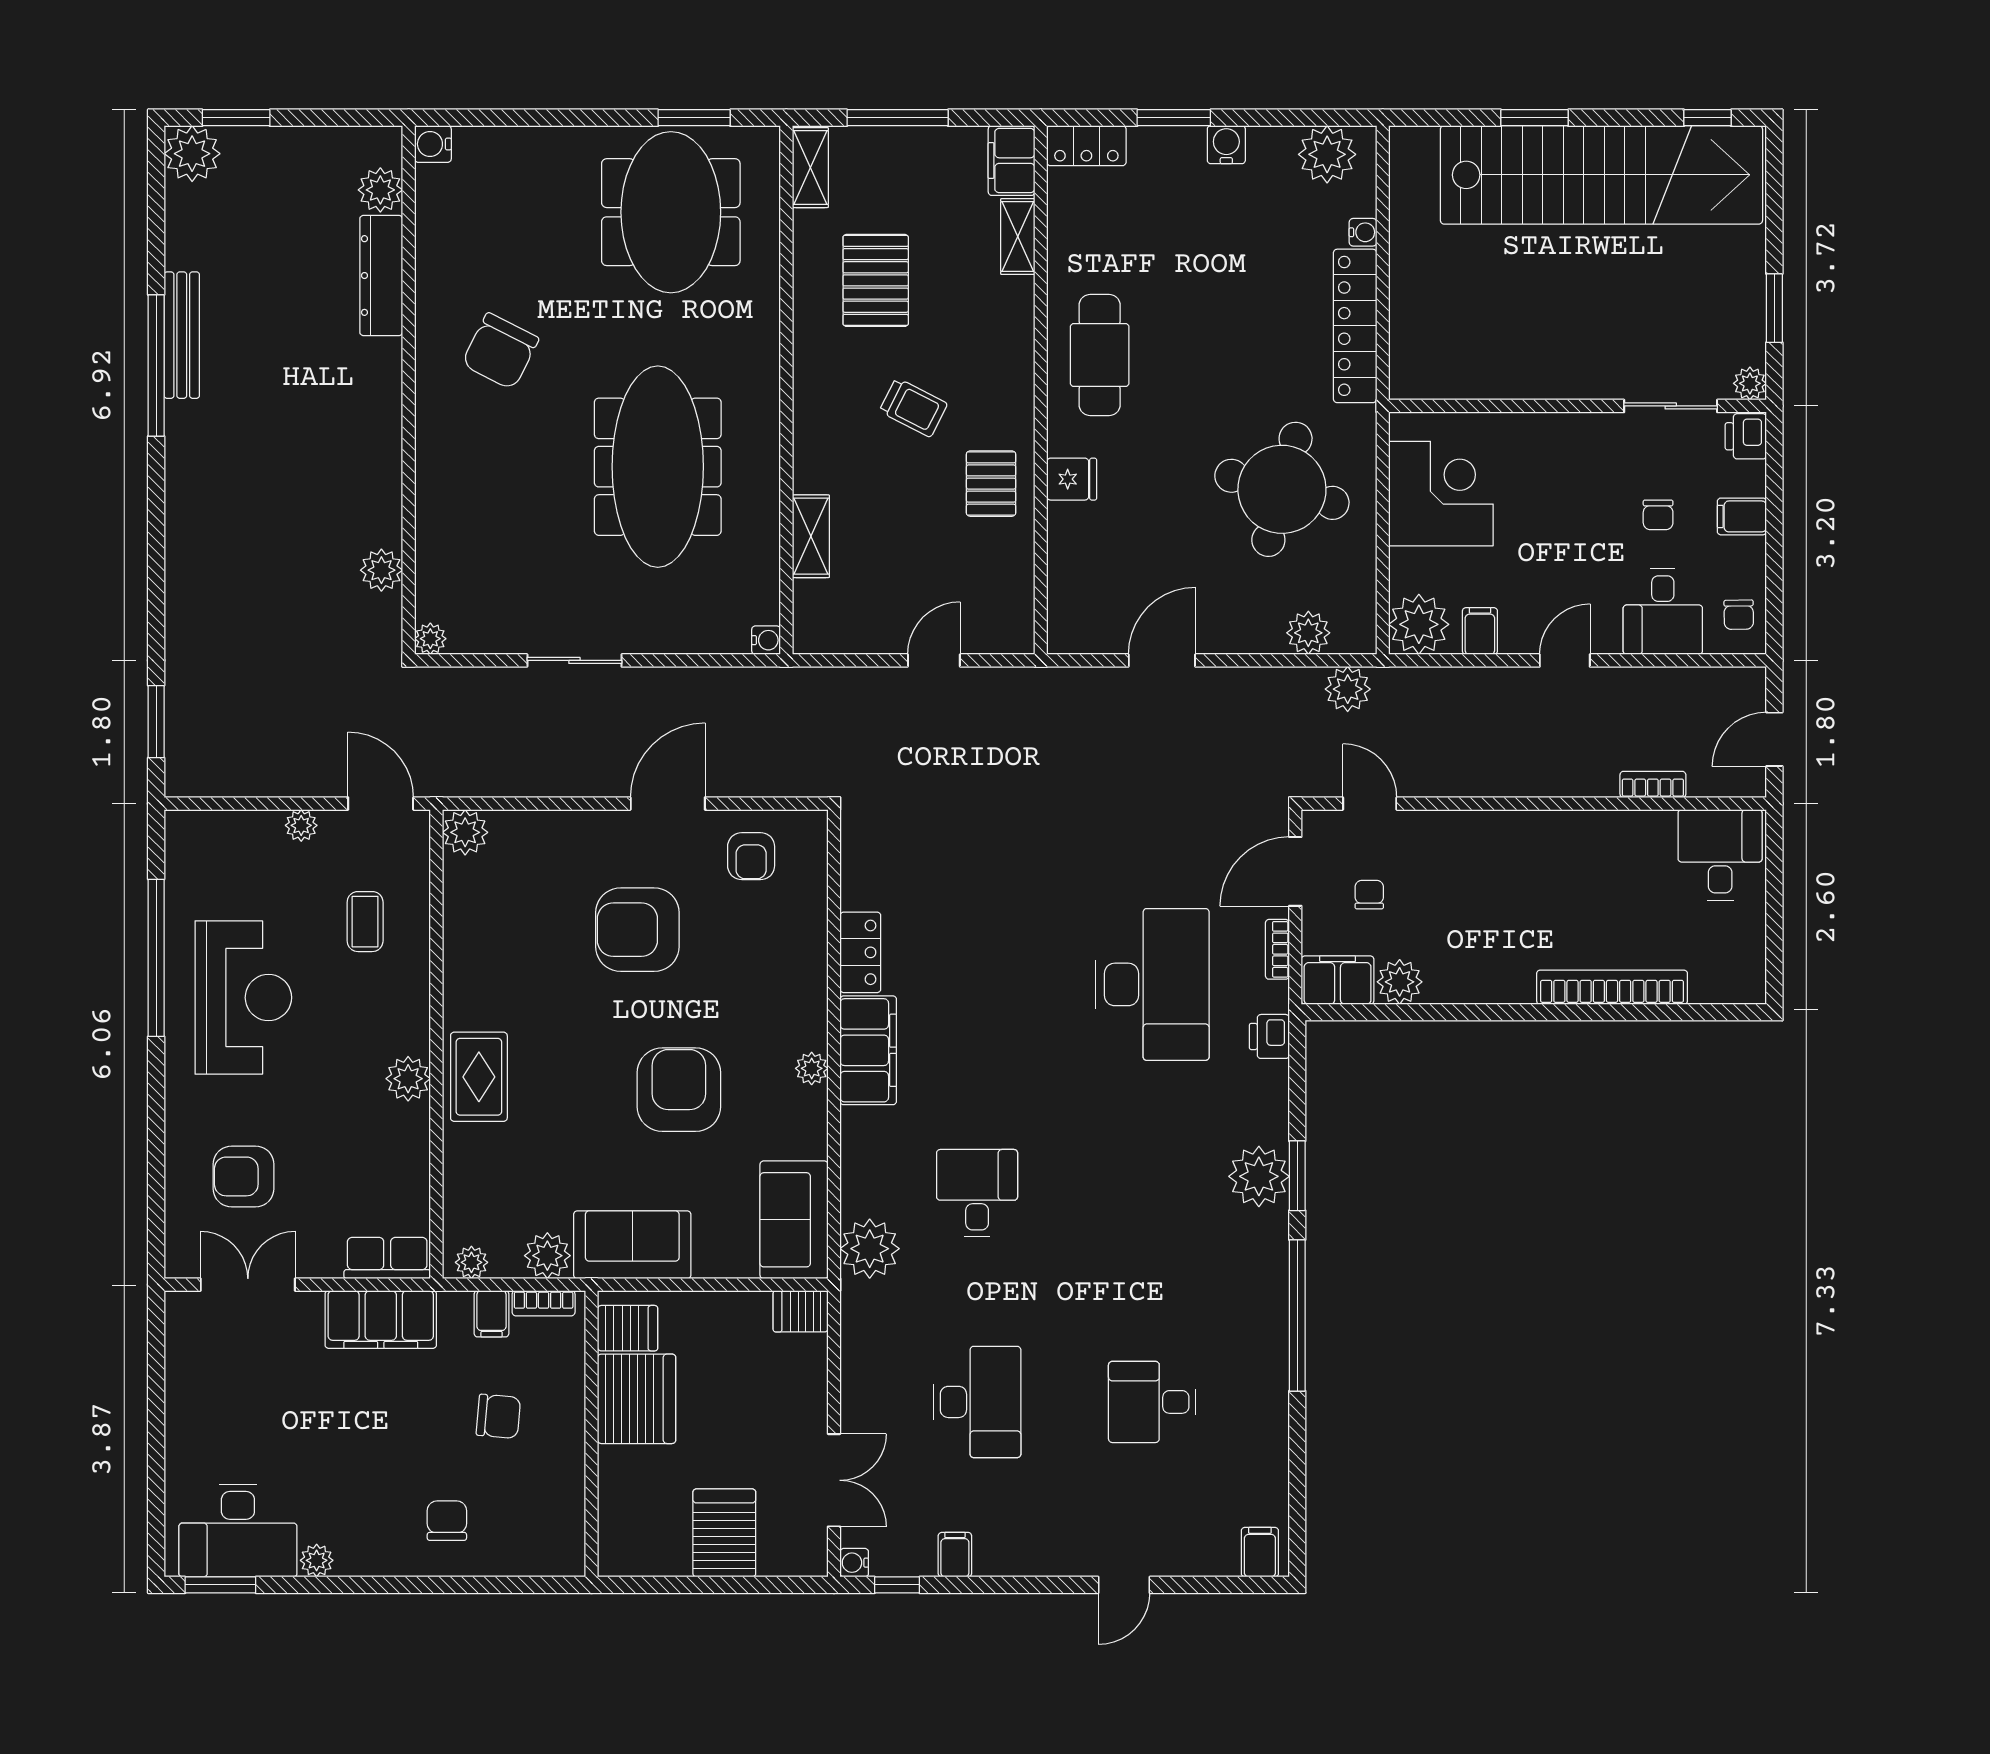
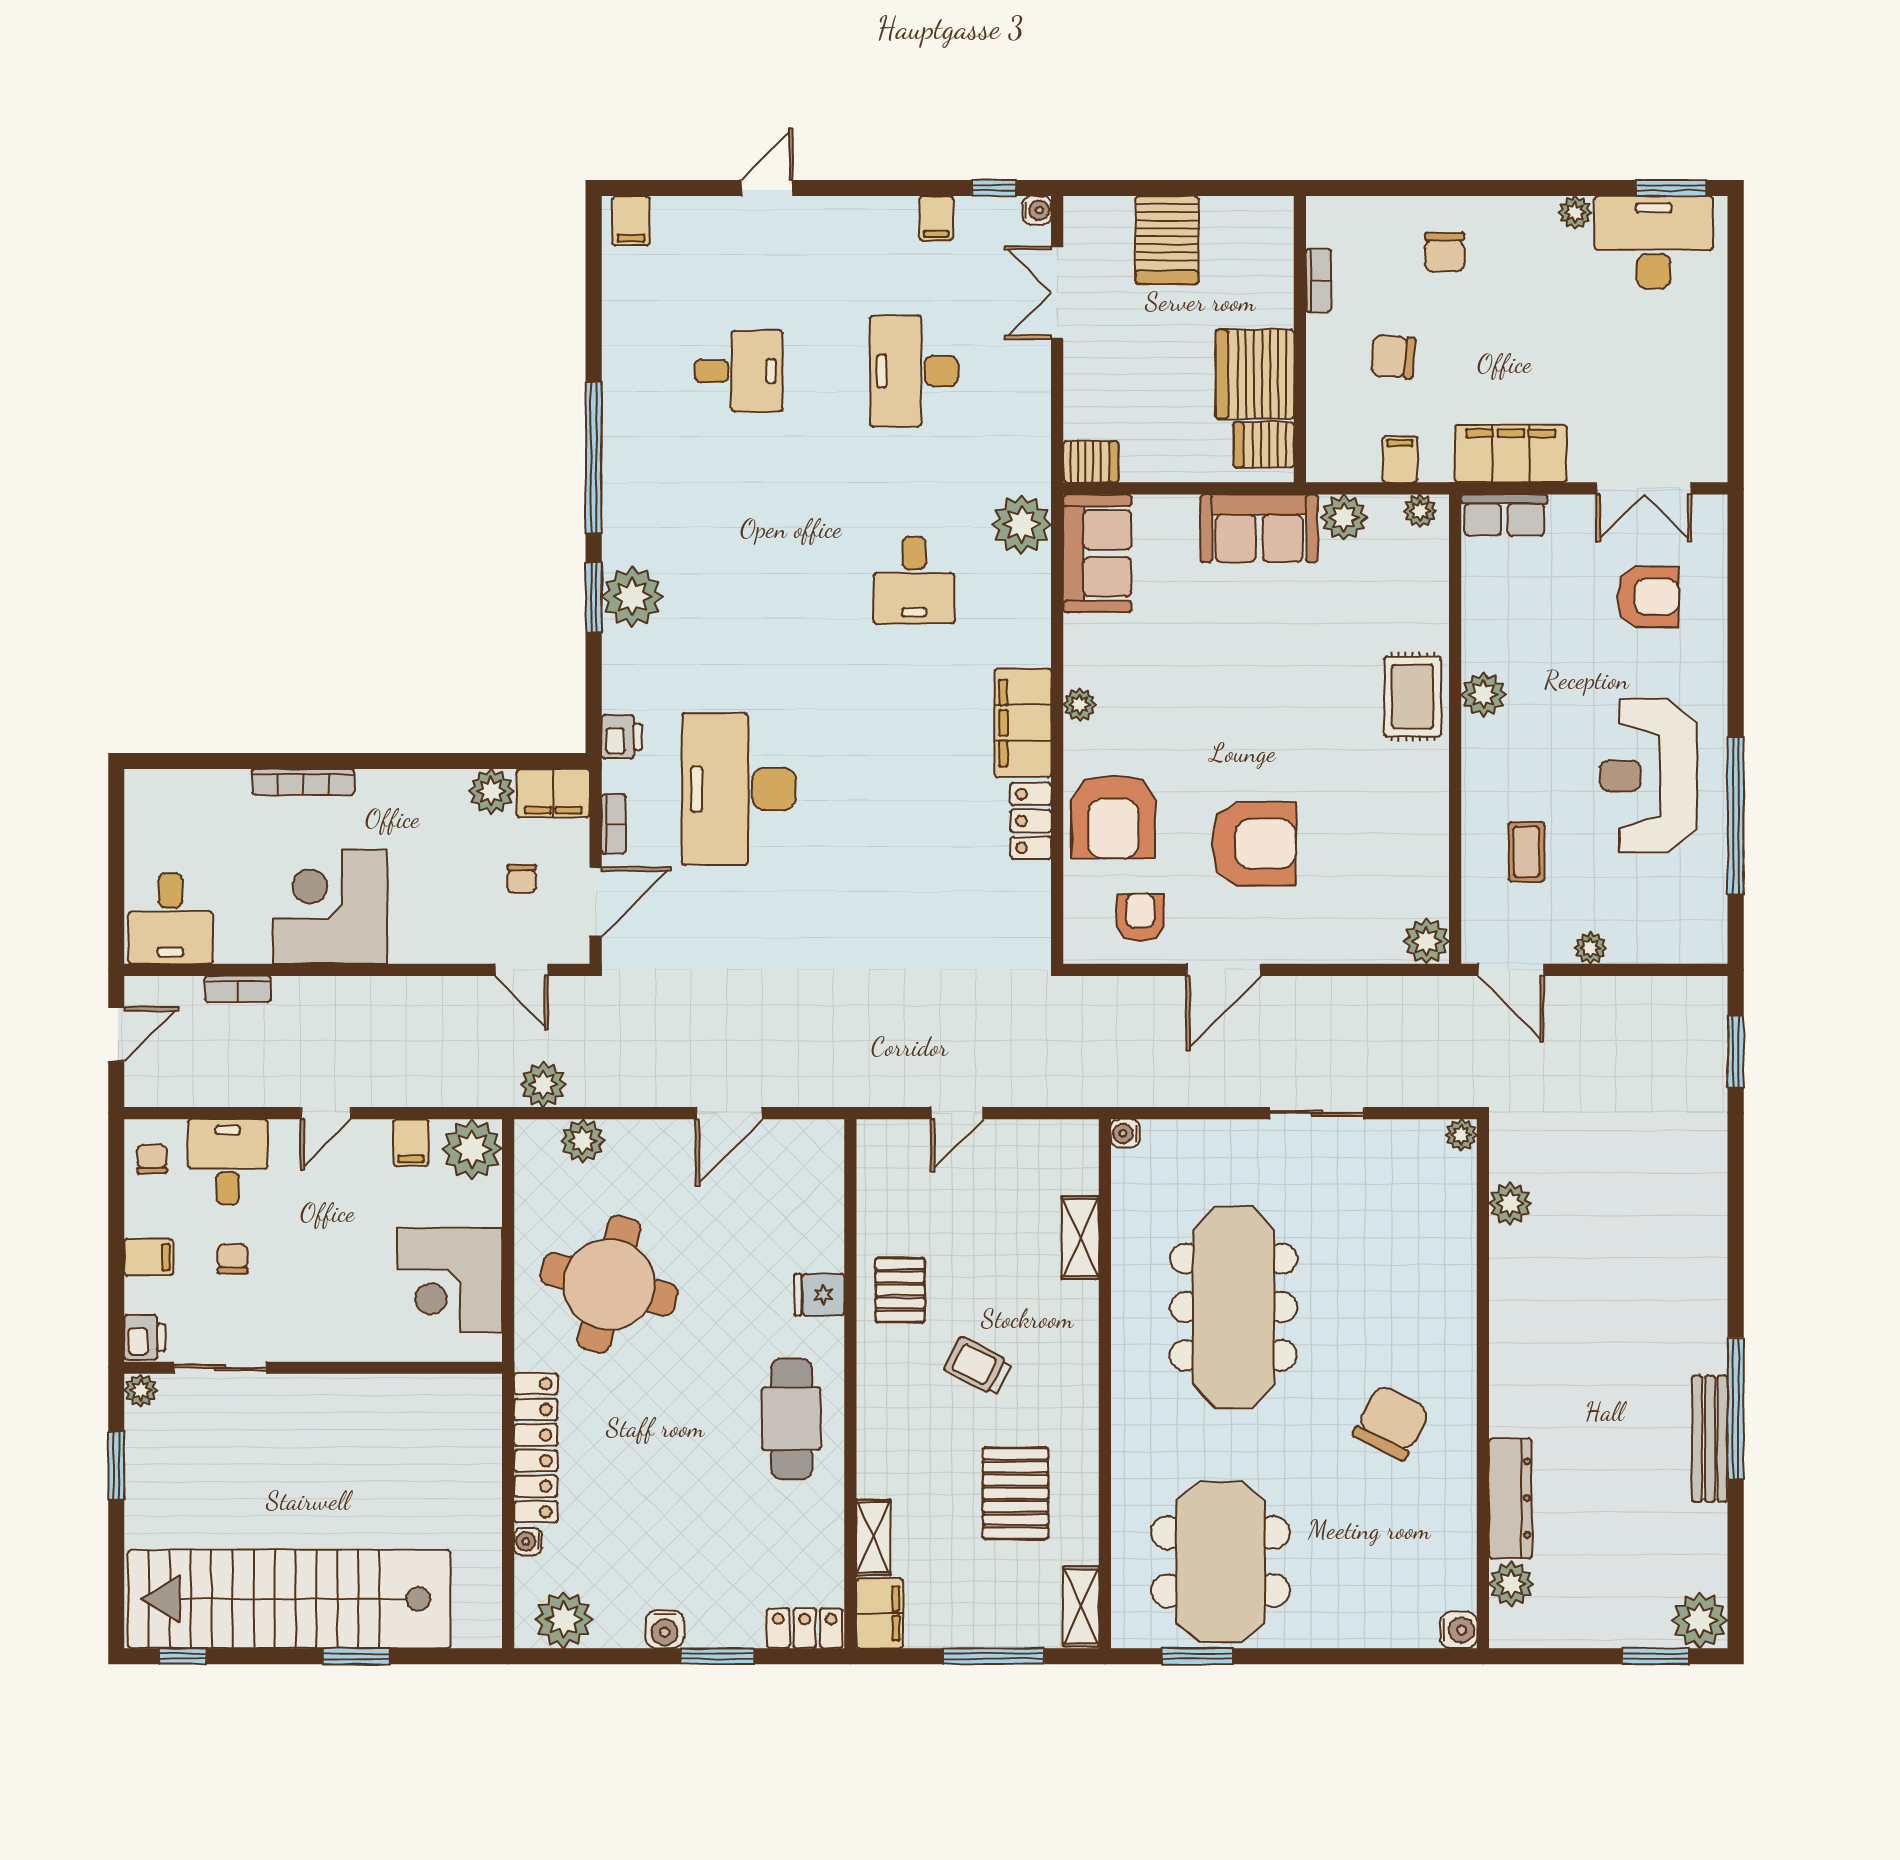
corner desk: (1560, 867) -> (330, 907), added
bookcase: (1612, 987) -> (303, 782), width x0.68, depth x0.76
armchair: (679, 1090) -> (1113, 817), moved
bookcase: (544, 1303) -> (1318, 280), moved, turned 90

